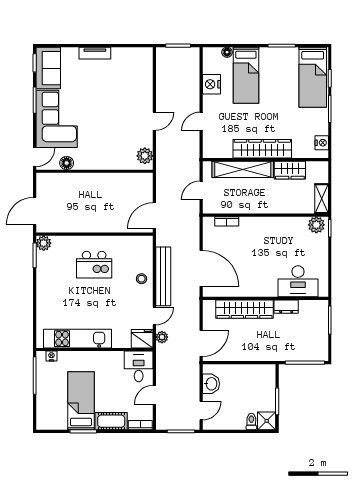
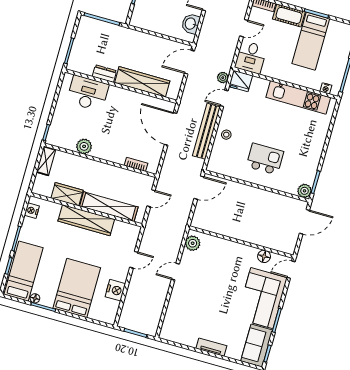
floor lamp: (227, 52) -> (35, 298), moved
bed: (246, 75) -> (77, 288), width x1.50
plant: (316, 225) -> (84, 146), moved

